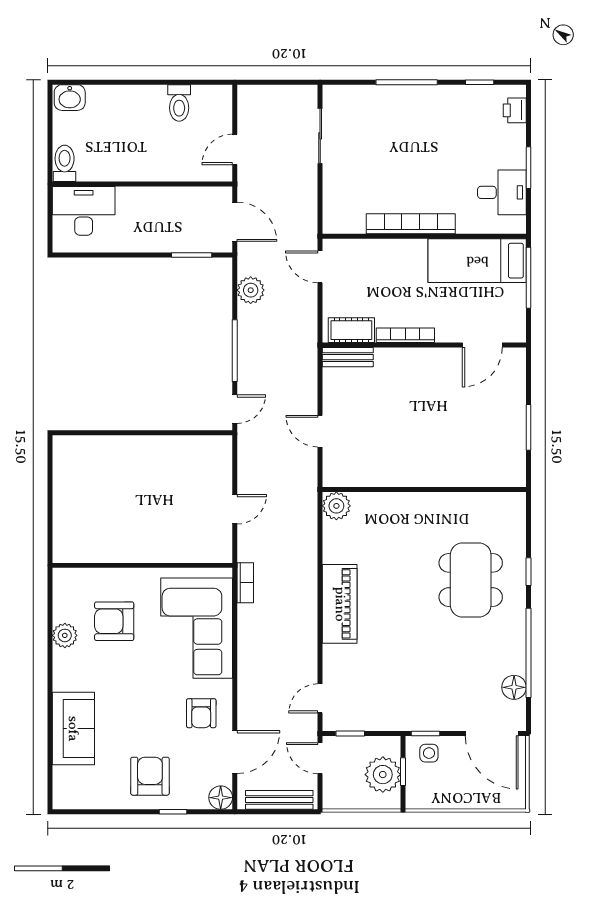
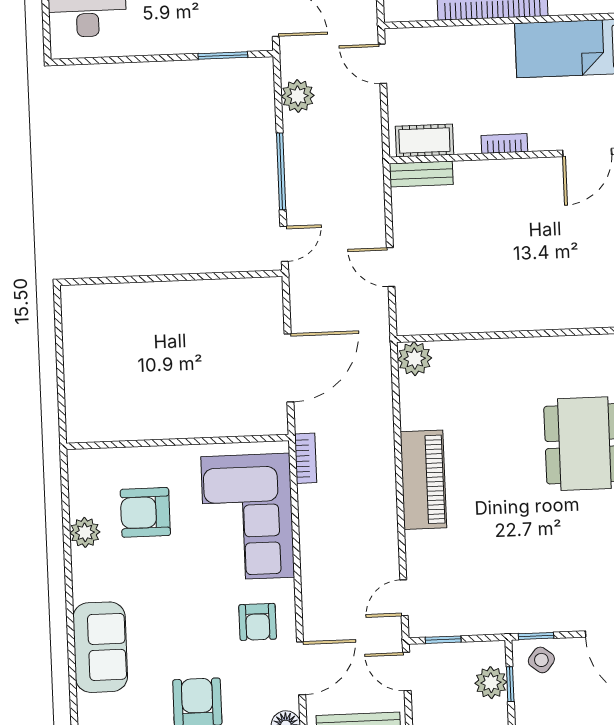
bookcase: (405, 335) -> (504, 144), width x0.64
door: (235, 509) -> (289, 368), width x1.87
side table: (429, 753) -> (541, 660), turned 38
plant: (383, 775) -> (491, 683), width x0.73, depth x0.73

